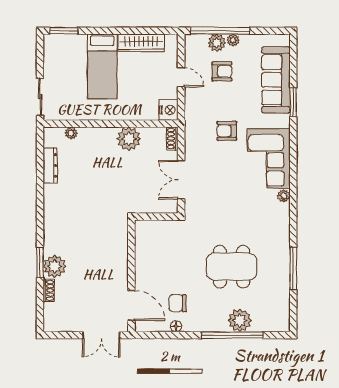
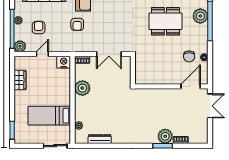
wardrobe: (141, 43) -> (20, 80), width x0.67
plant: (217, 43) -> (20, 46), moved
bed: (102, 66) -> (49, 116), moved, turned 180
dining table: (232, 267) -> (165, 21), turned 90

